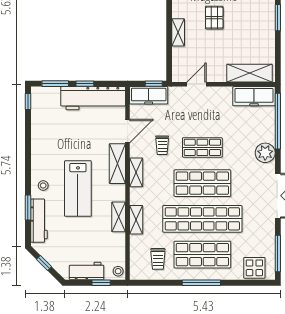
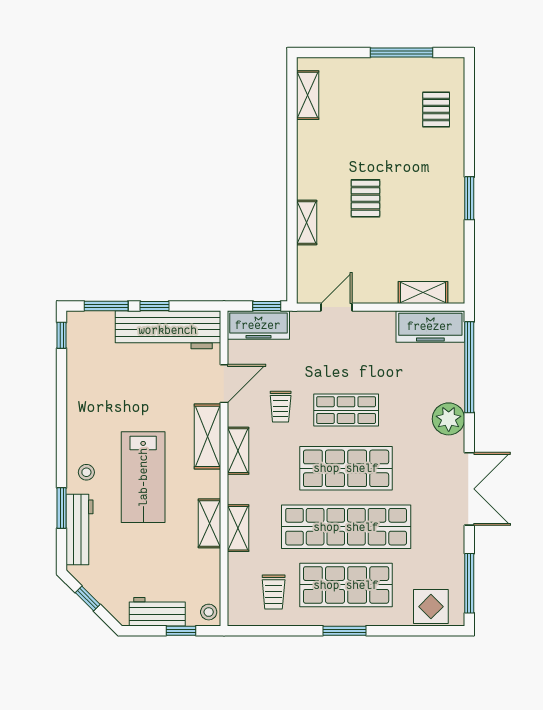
shelving: (250, 73) -> (423, 293), width x0.67, depth x0.75
window: (201, 283) -> (344, 631), width x0.69

